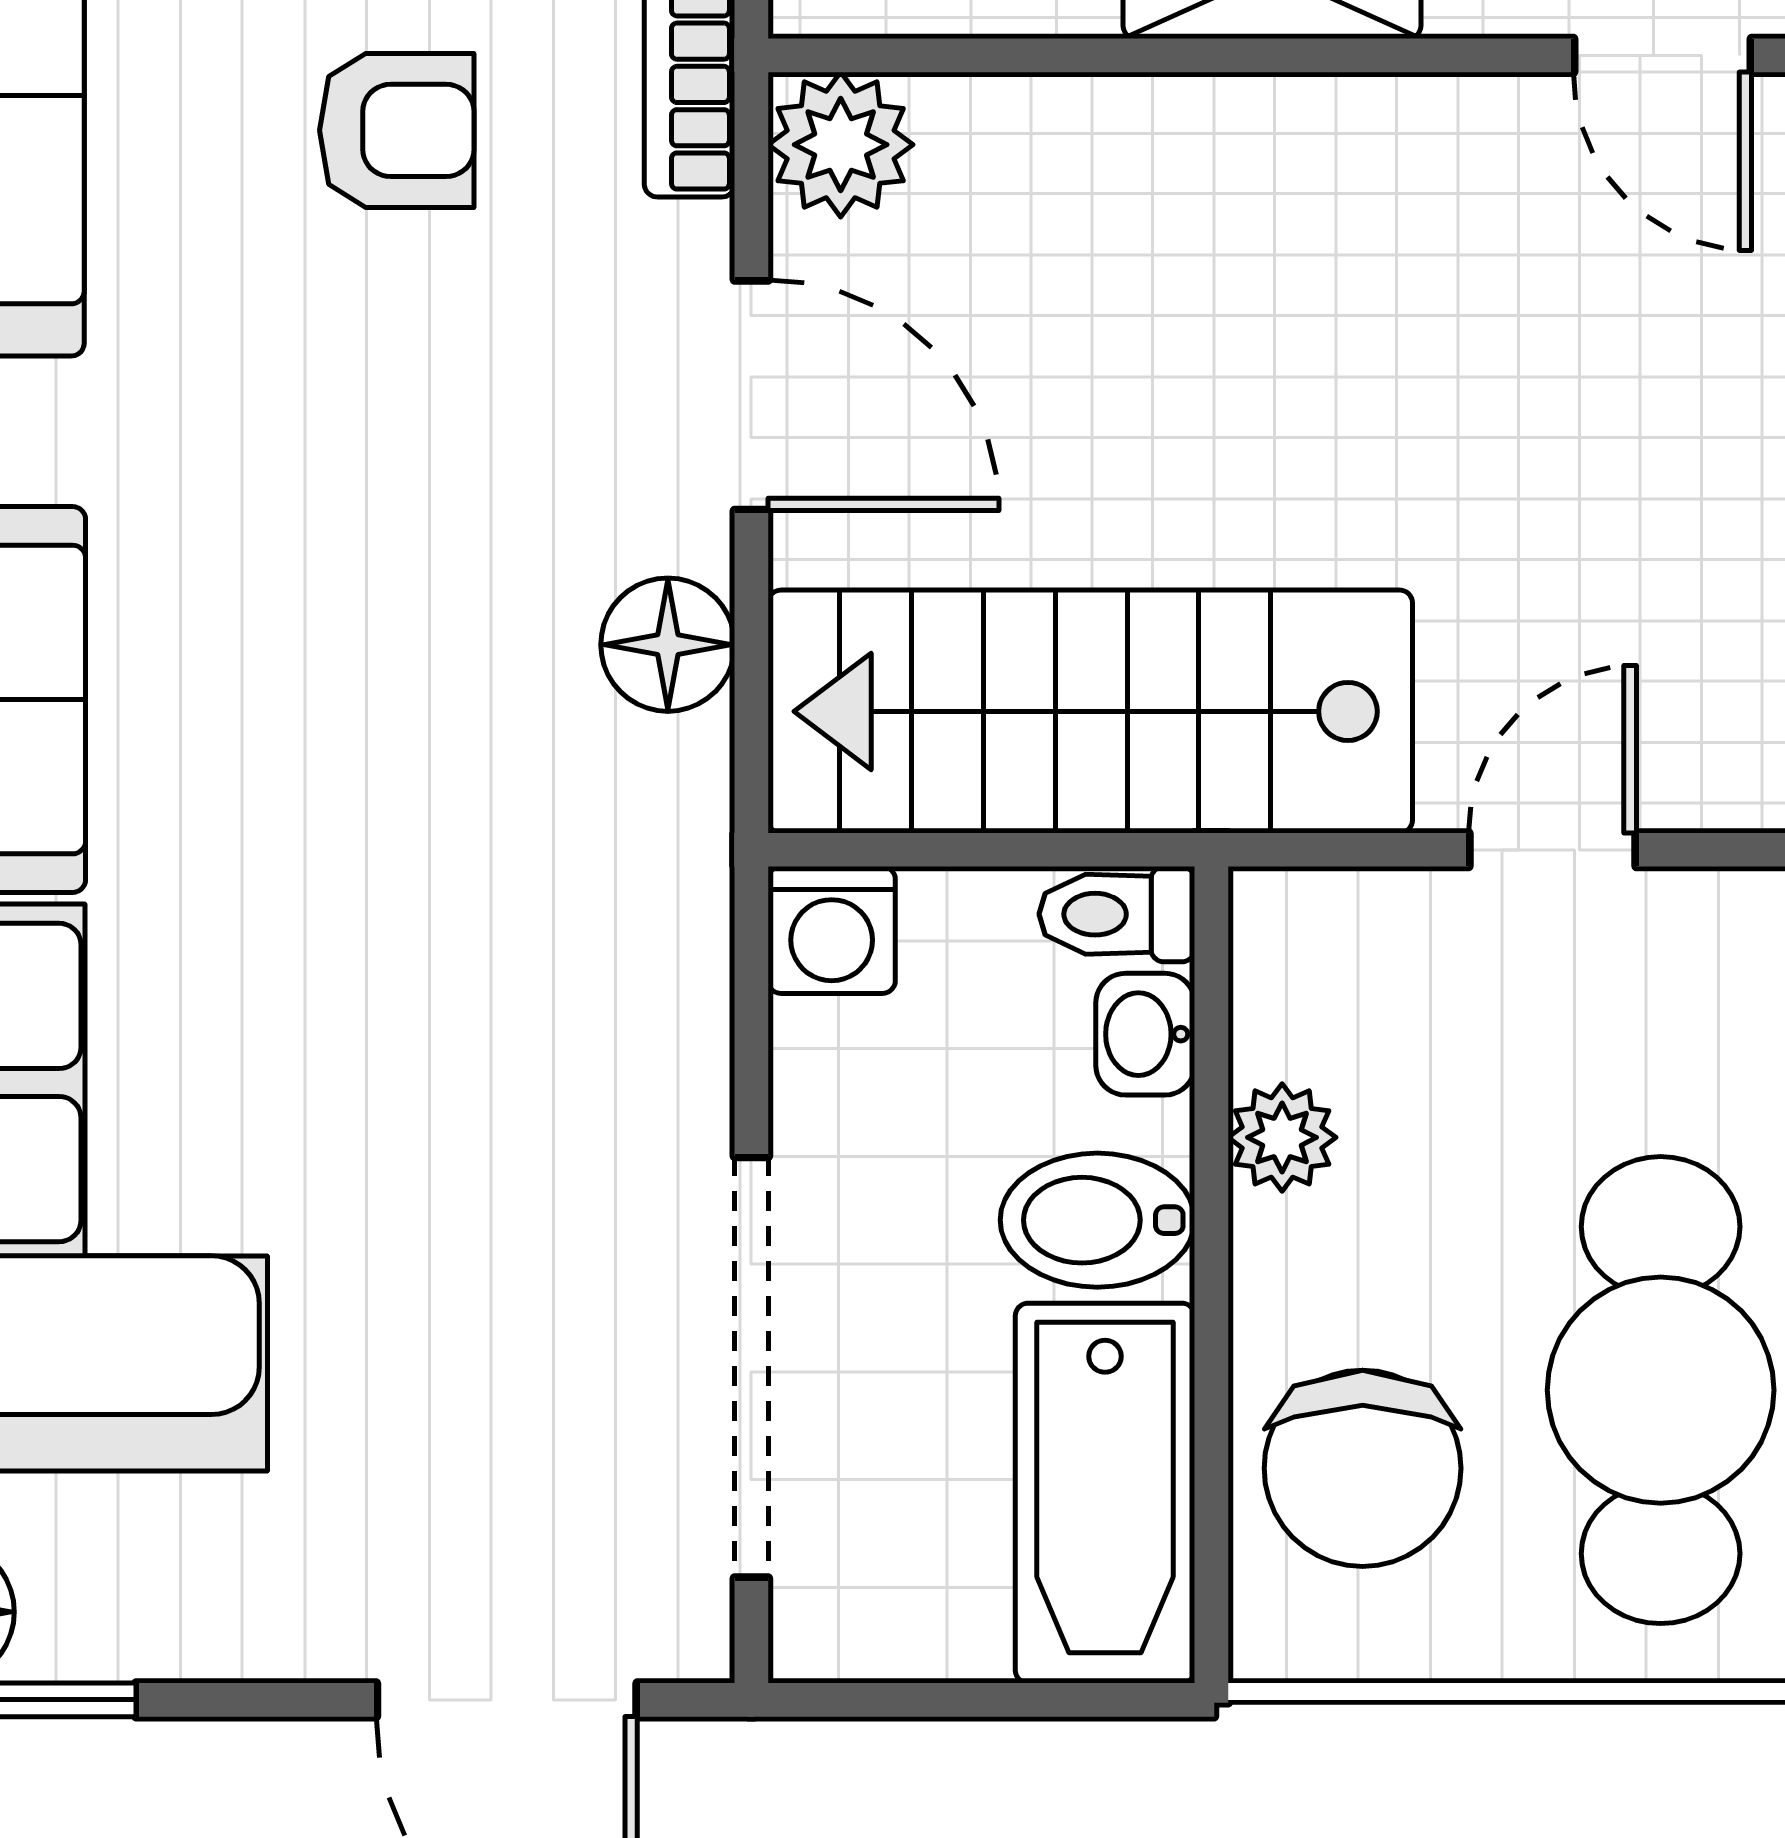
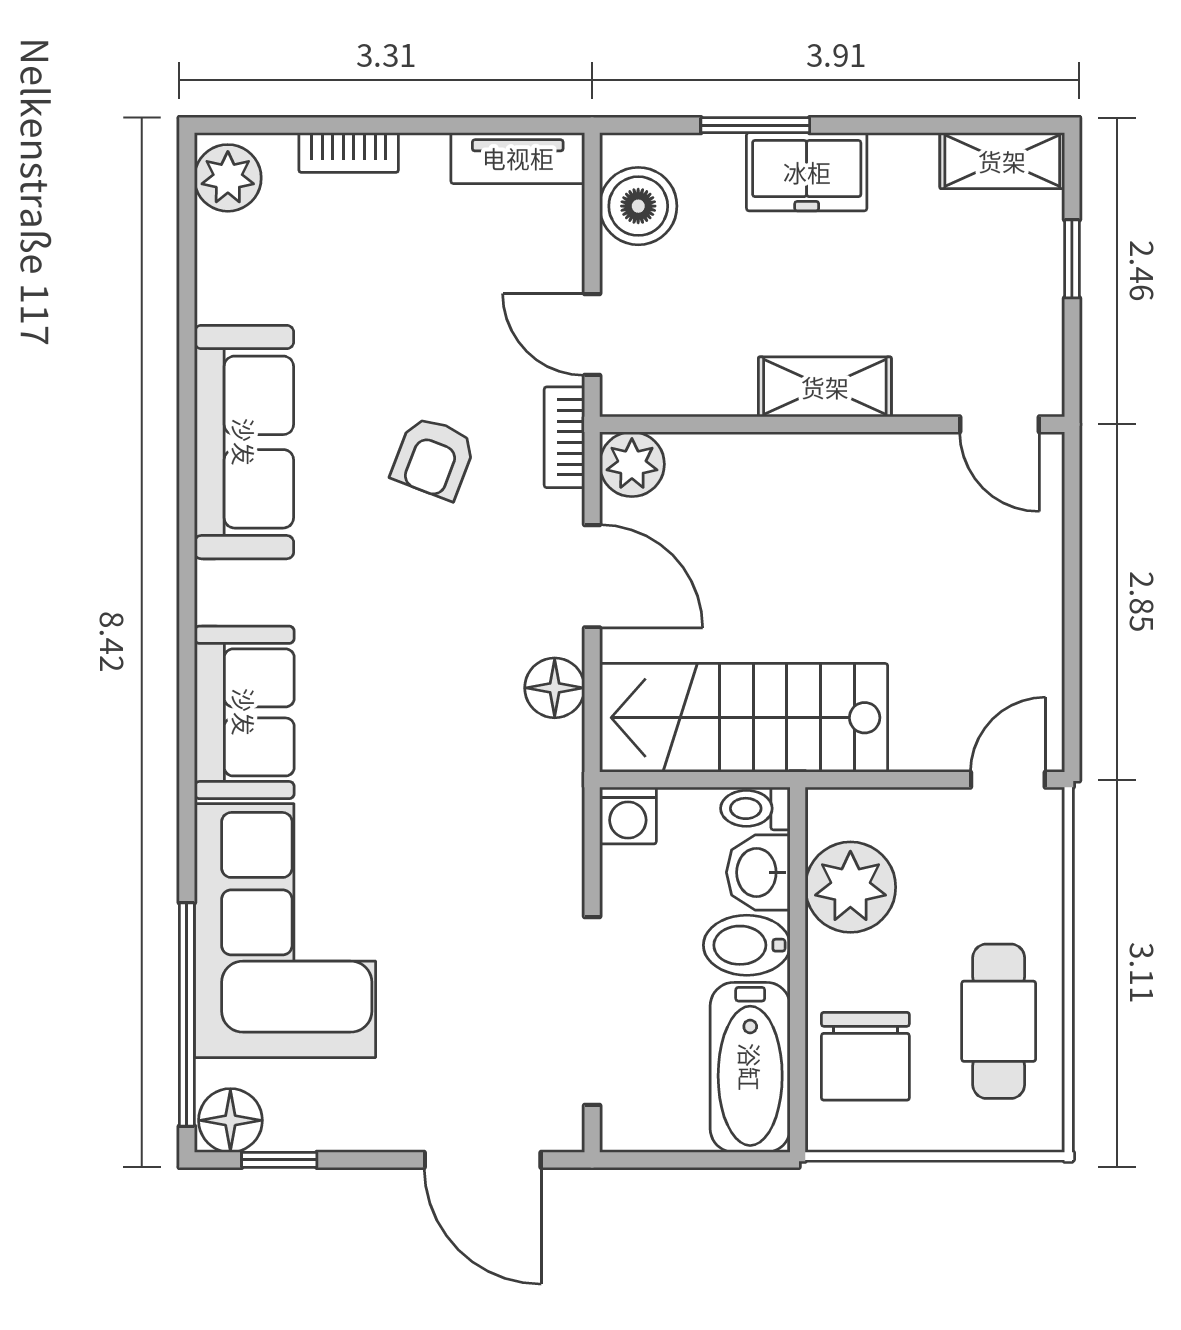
armchair: (397, 130) -> (433, 458), turned 111
door: (1553, 850) -> (1008, 780), moved
washbasin: (1145, 1034) -> (758, 872), width x1.38, depth x1.45
plant: (1282, 1137) -> (850, 887), width x1.88, depth x1.88
cafe table: (1661, 1390) -> (999, 1021), width x0.73, depth x0.74

